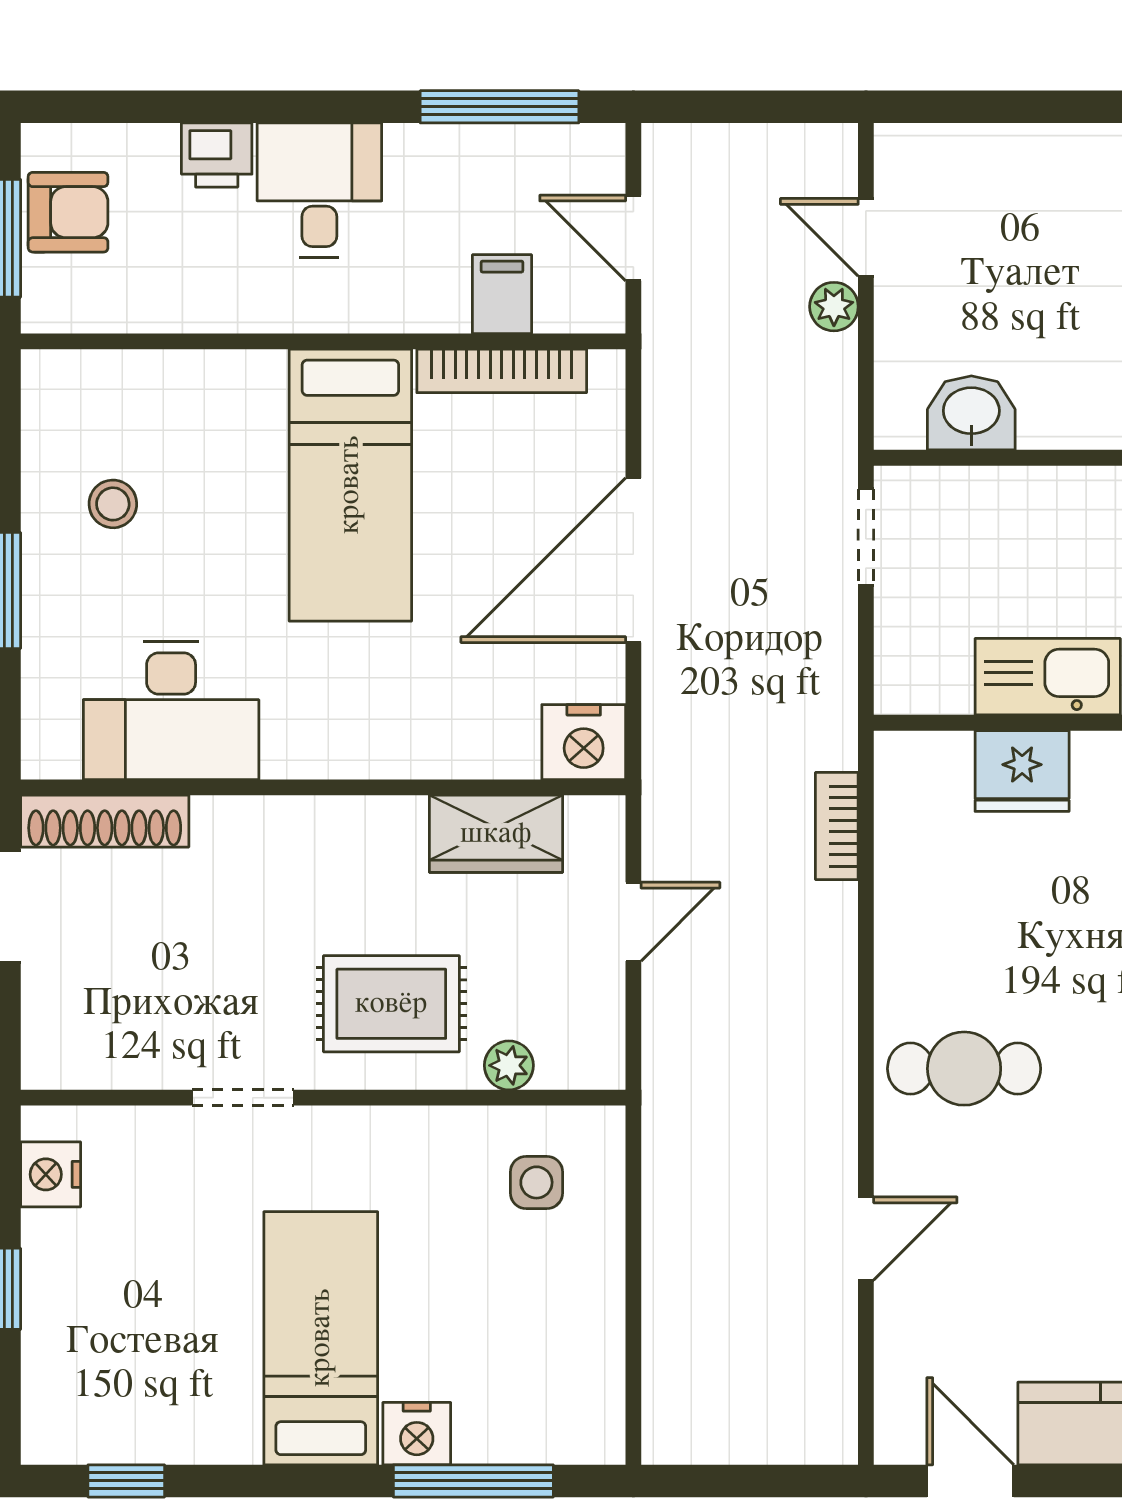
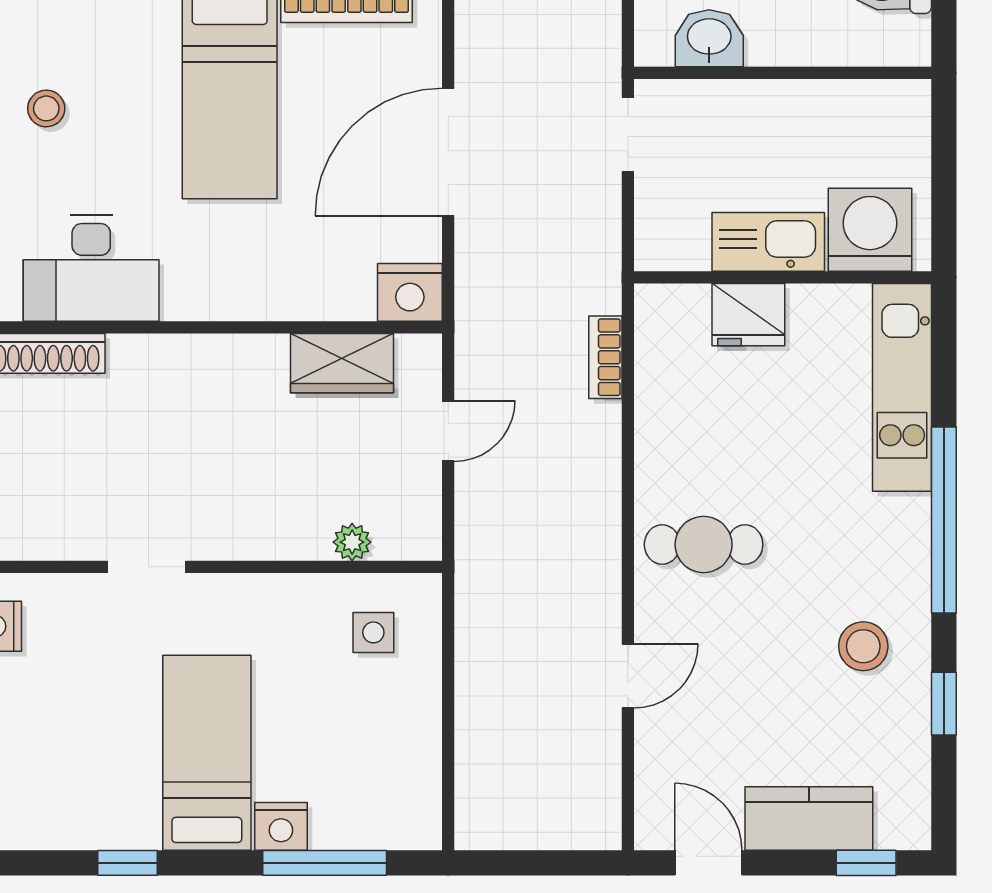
rug: (391, 1004) -> (261, 494), removed
window: (126, 1481) -> (128, 863), moved

